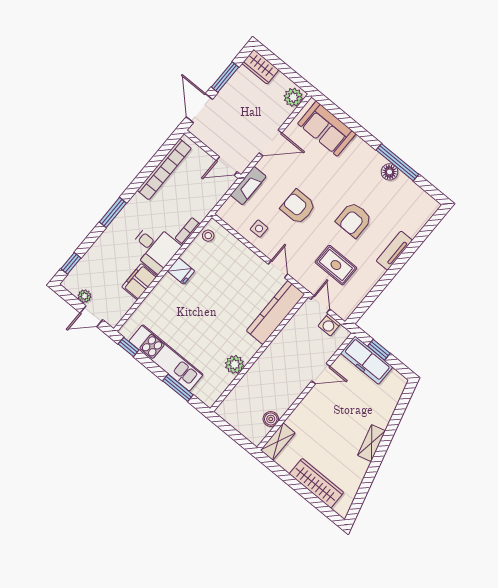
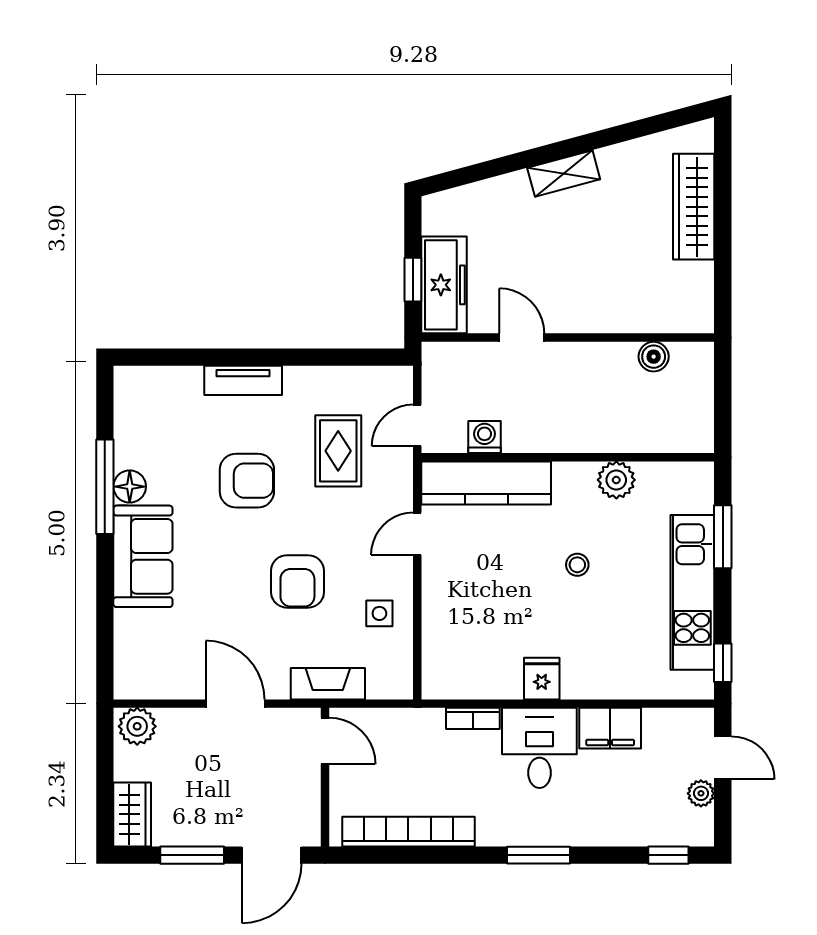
sofa: (327, 129) -> (143, 556), moved
stool: (208, 236) -> (577, 565), moved
washing machine: (329, 325) -> (484, 437), moved, turned -90
shelving: (278, 442) -> (679, 318), removed

